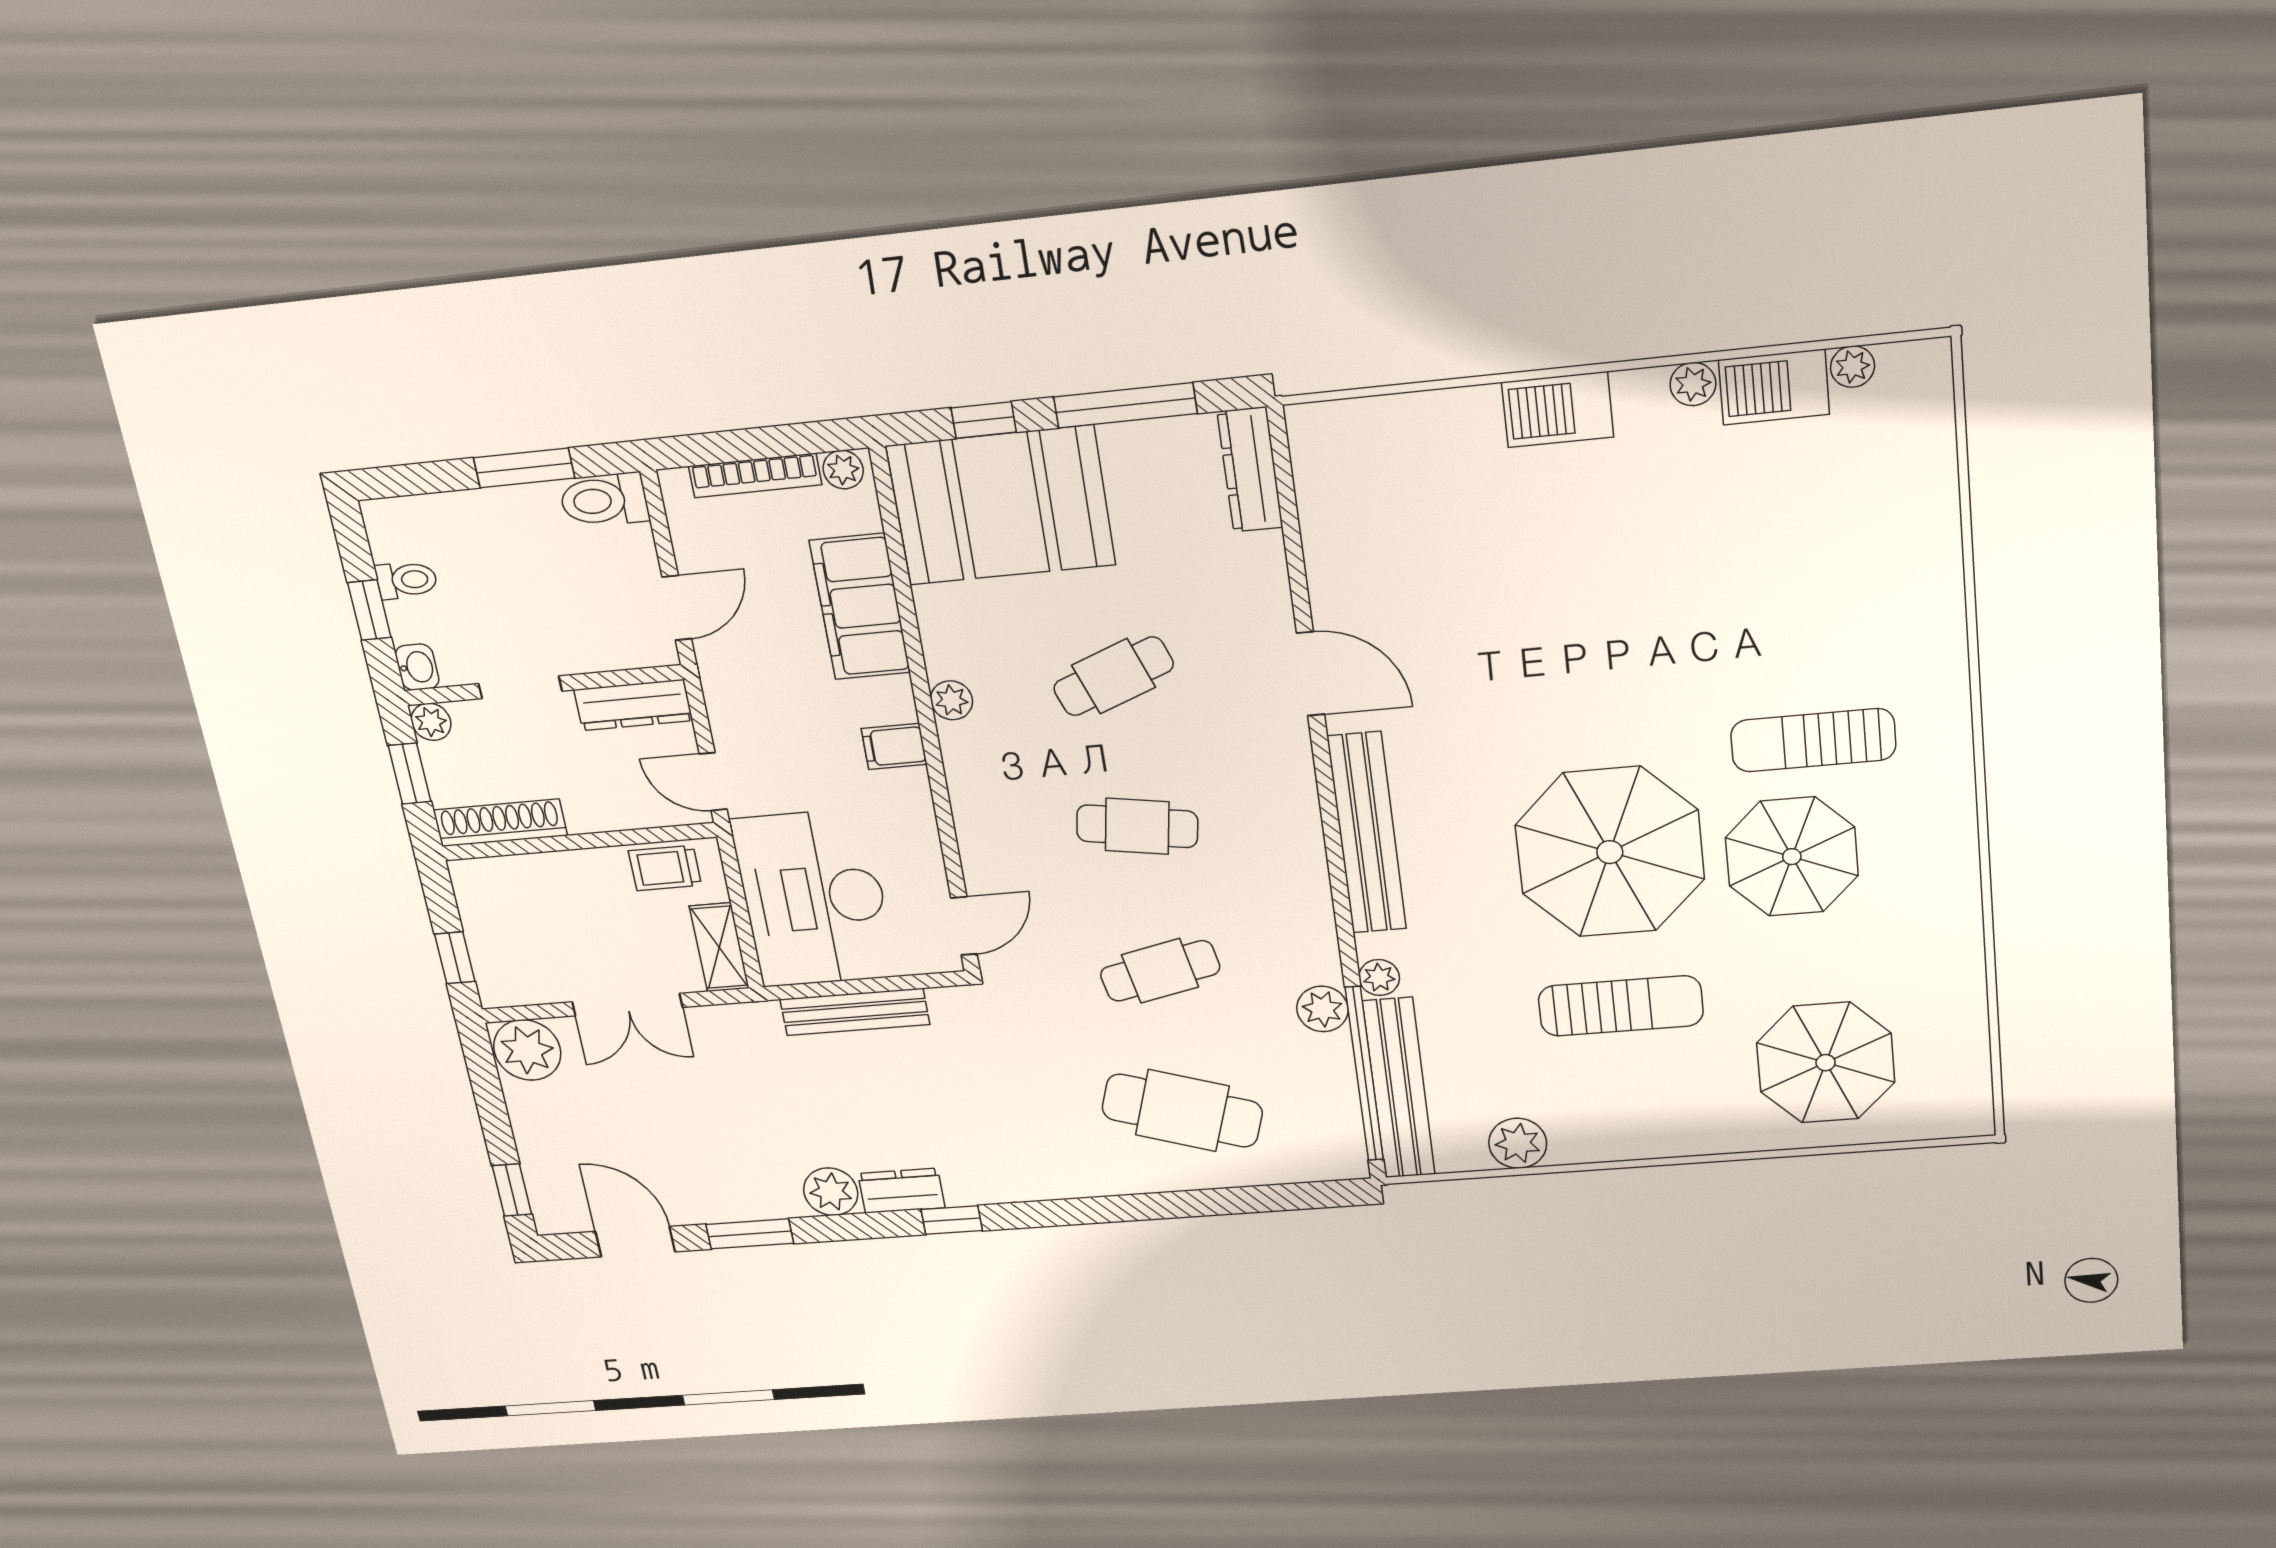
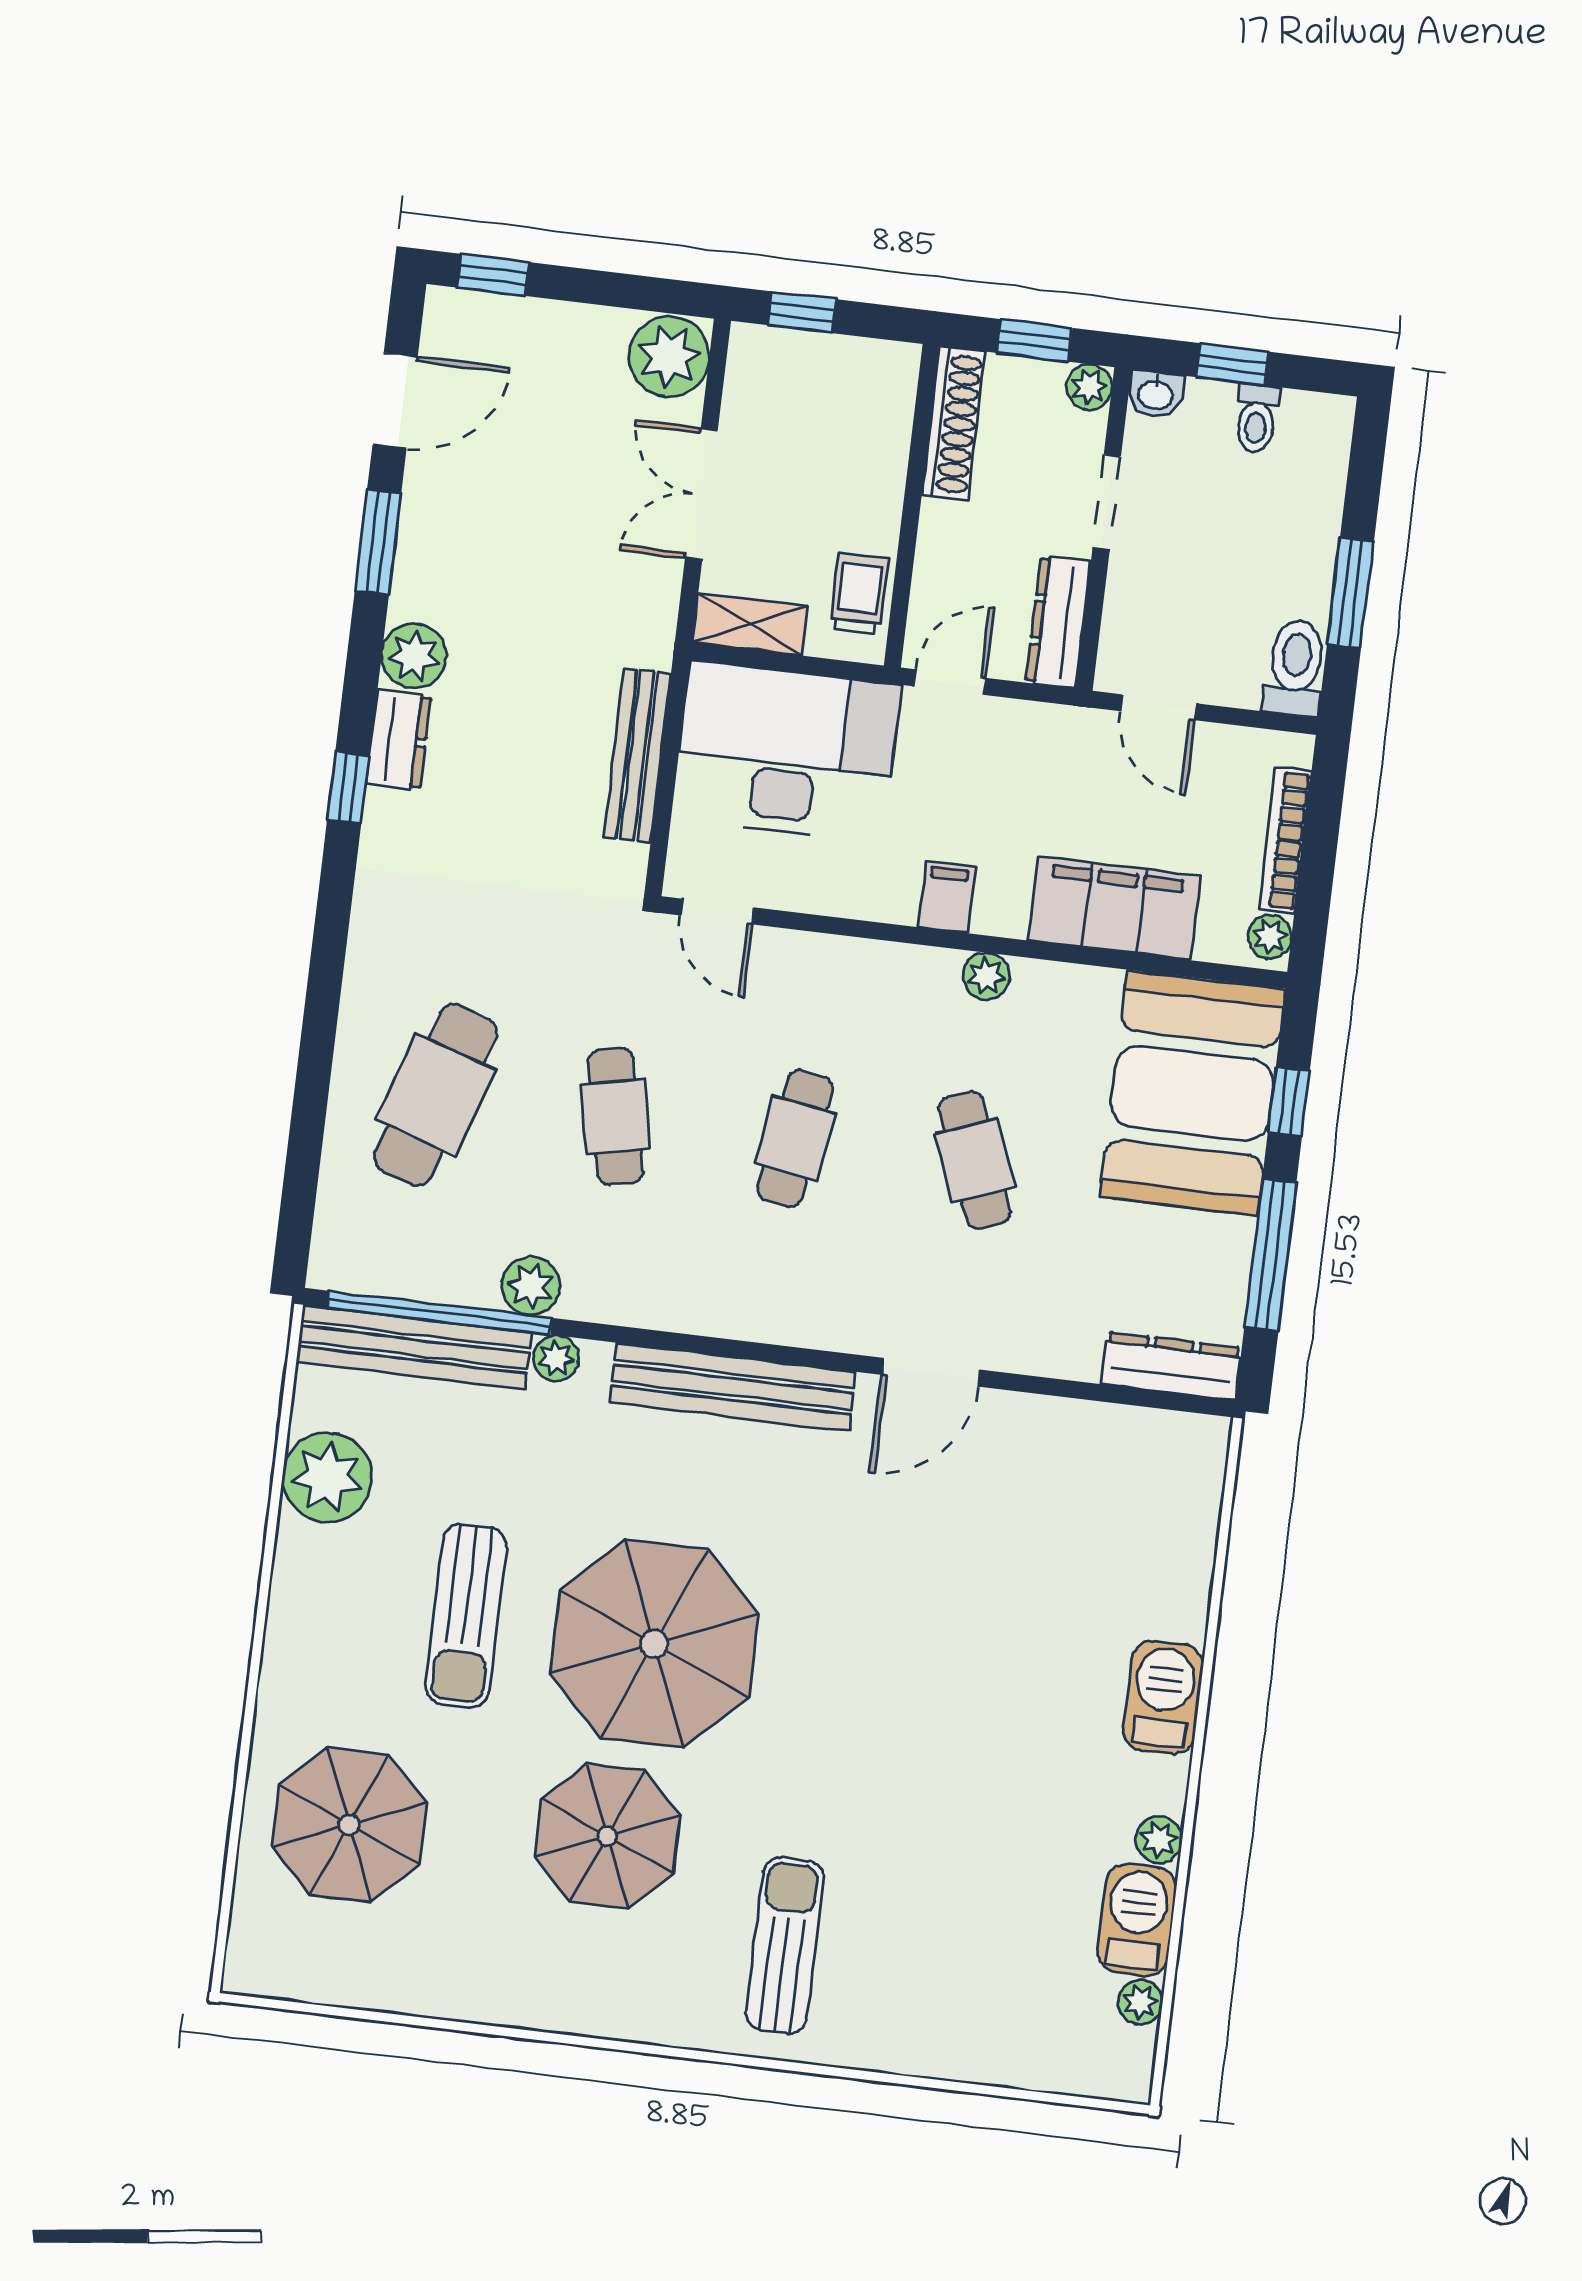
sun lounger: (1813, 740) -> (785, 1946), moved
plant: (1518, 1143) -> (327, 1477), width x1.36, depth x1.36

